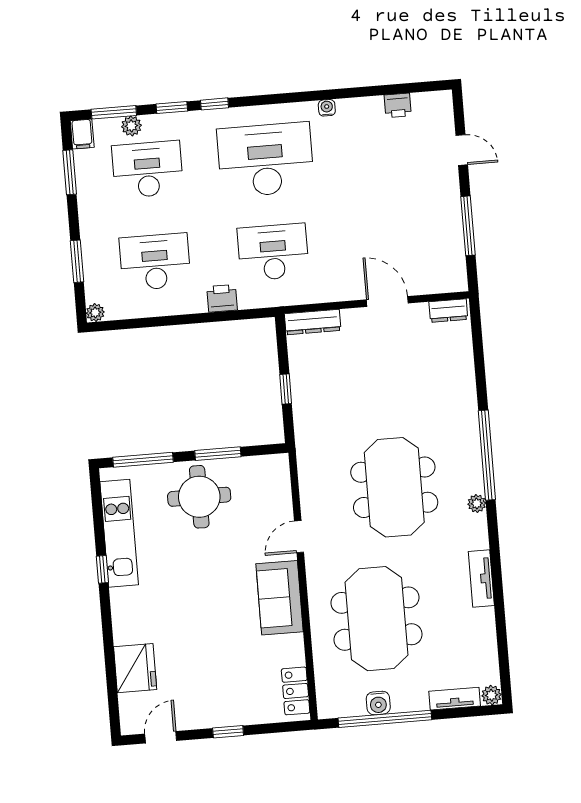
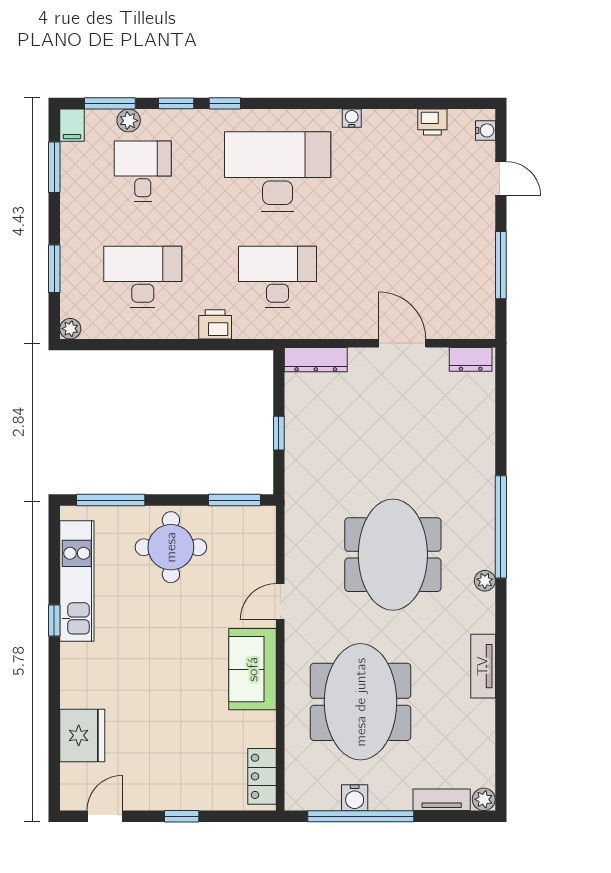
water cooler: (445, 109) -> (485, 130), added
desk: (147, 169) -> (143, 171), width x0.73
window: (218, 454) -> (235, 500), moved

